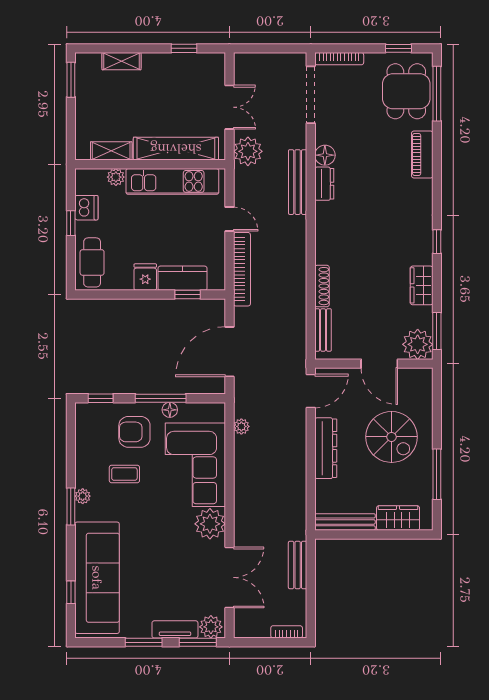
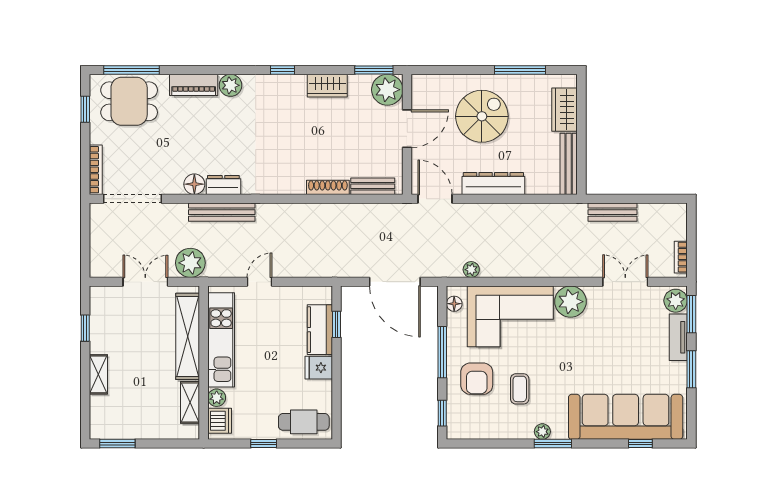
shelving: (121, 61) -> (98, 374), moved
plant: (422, 191) -> (231, 85), added
dishwasher: (86, 208) -> (220, 421), moved, turned 90
bookcase: (242, 269) -> (311, 269), removed
floor lamp: (170, 410) -> (454, 304), moved
double door: (229, 577) -> (625, 282), width x0.73
bookcase: (287, 632) -> (681, 257), moved

